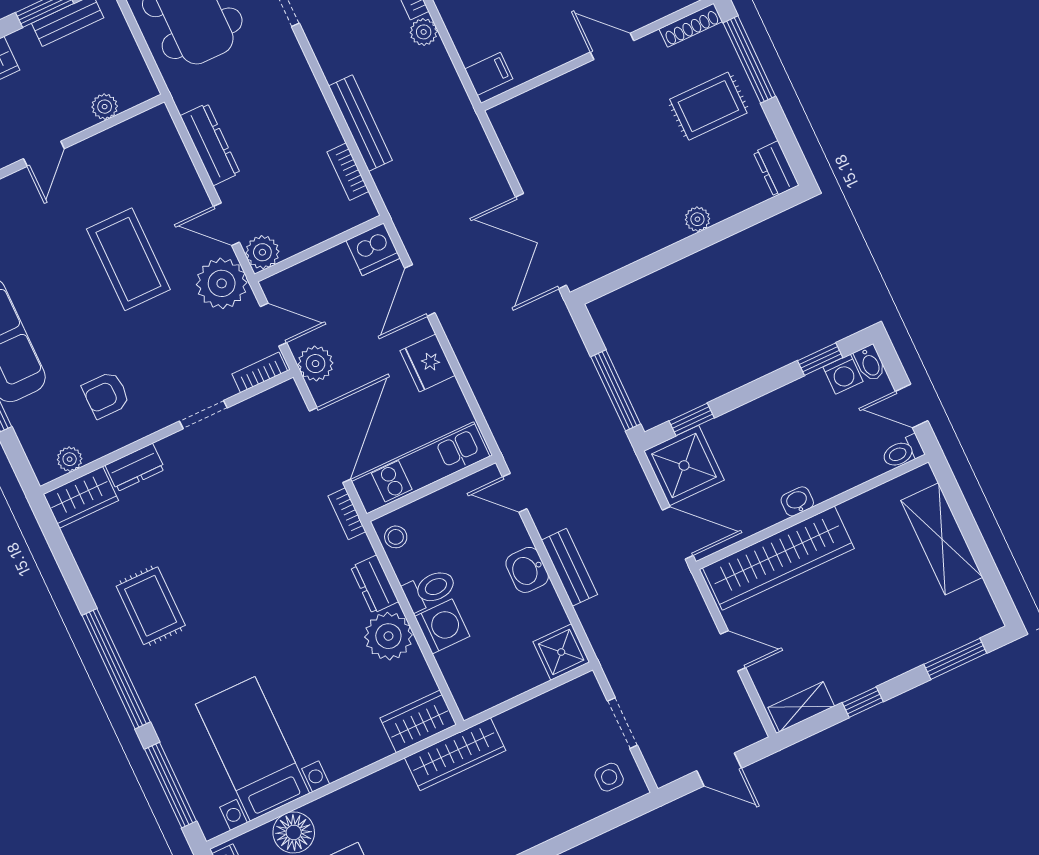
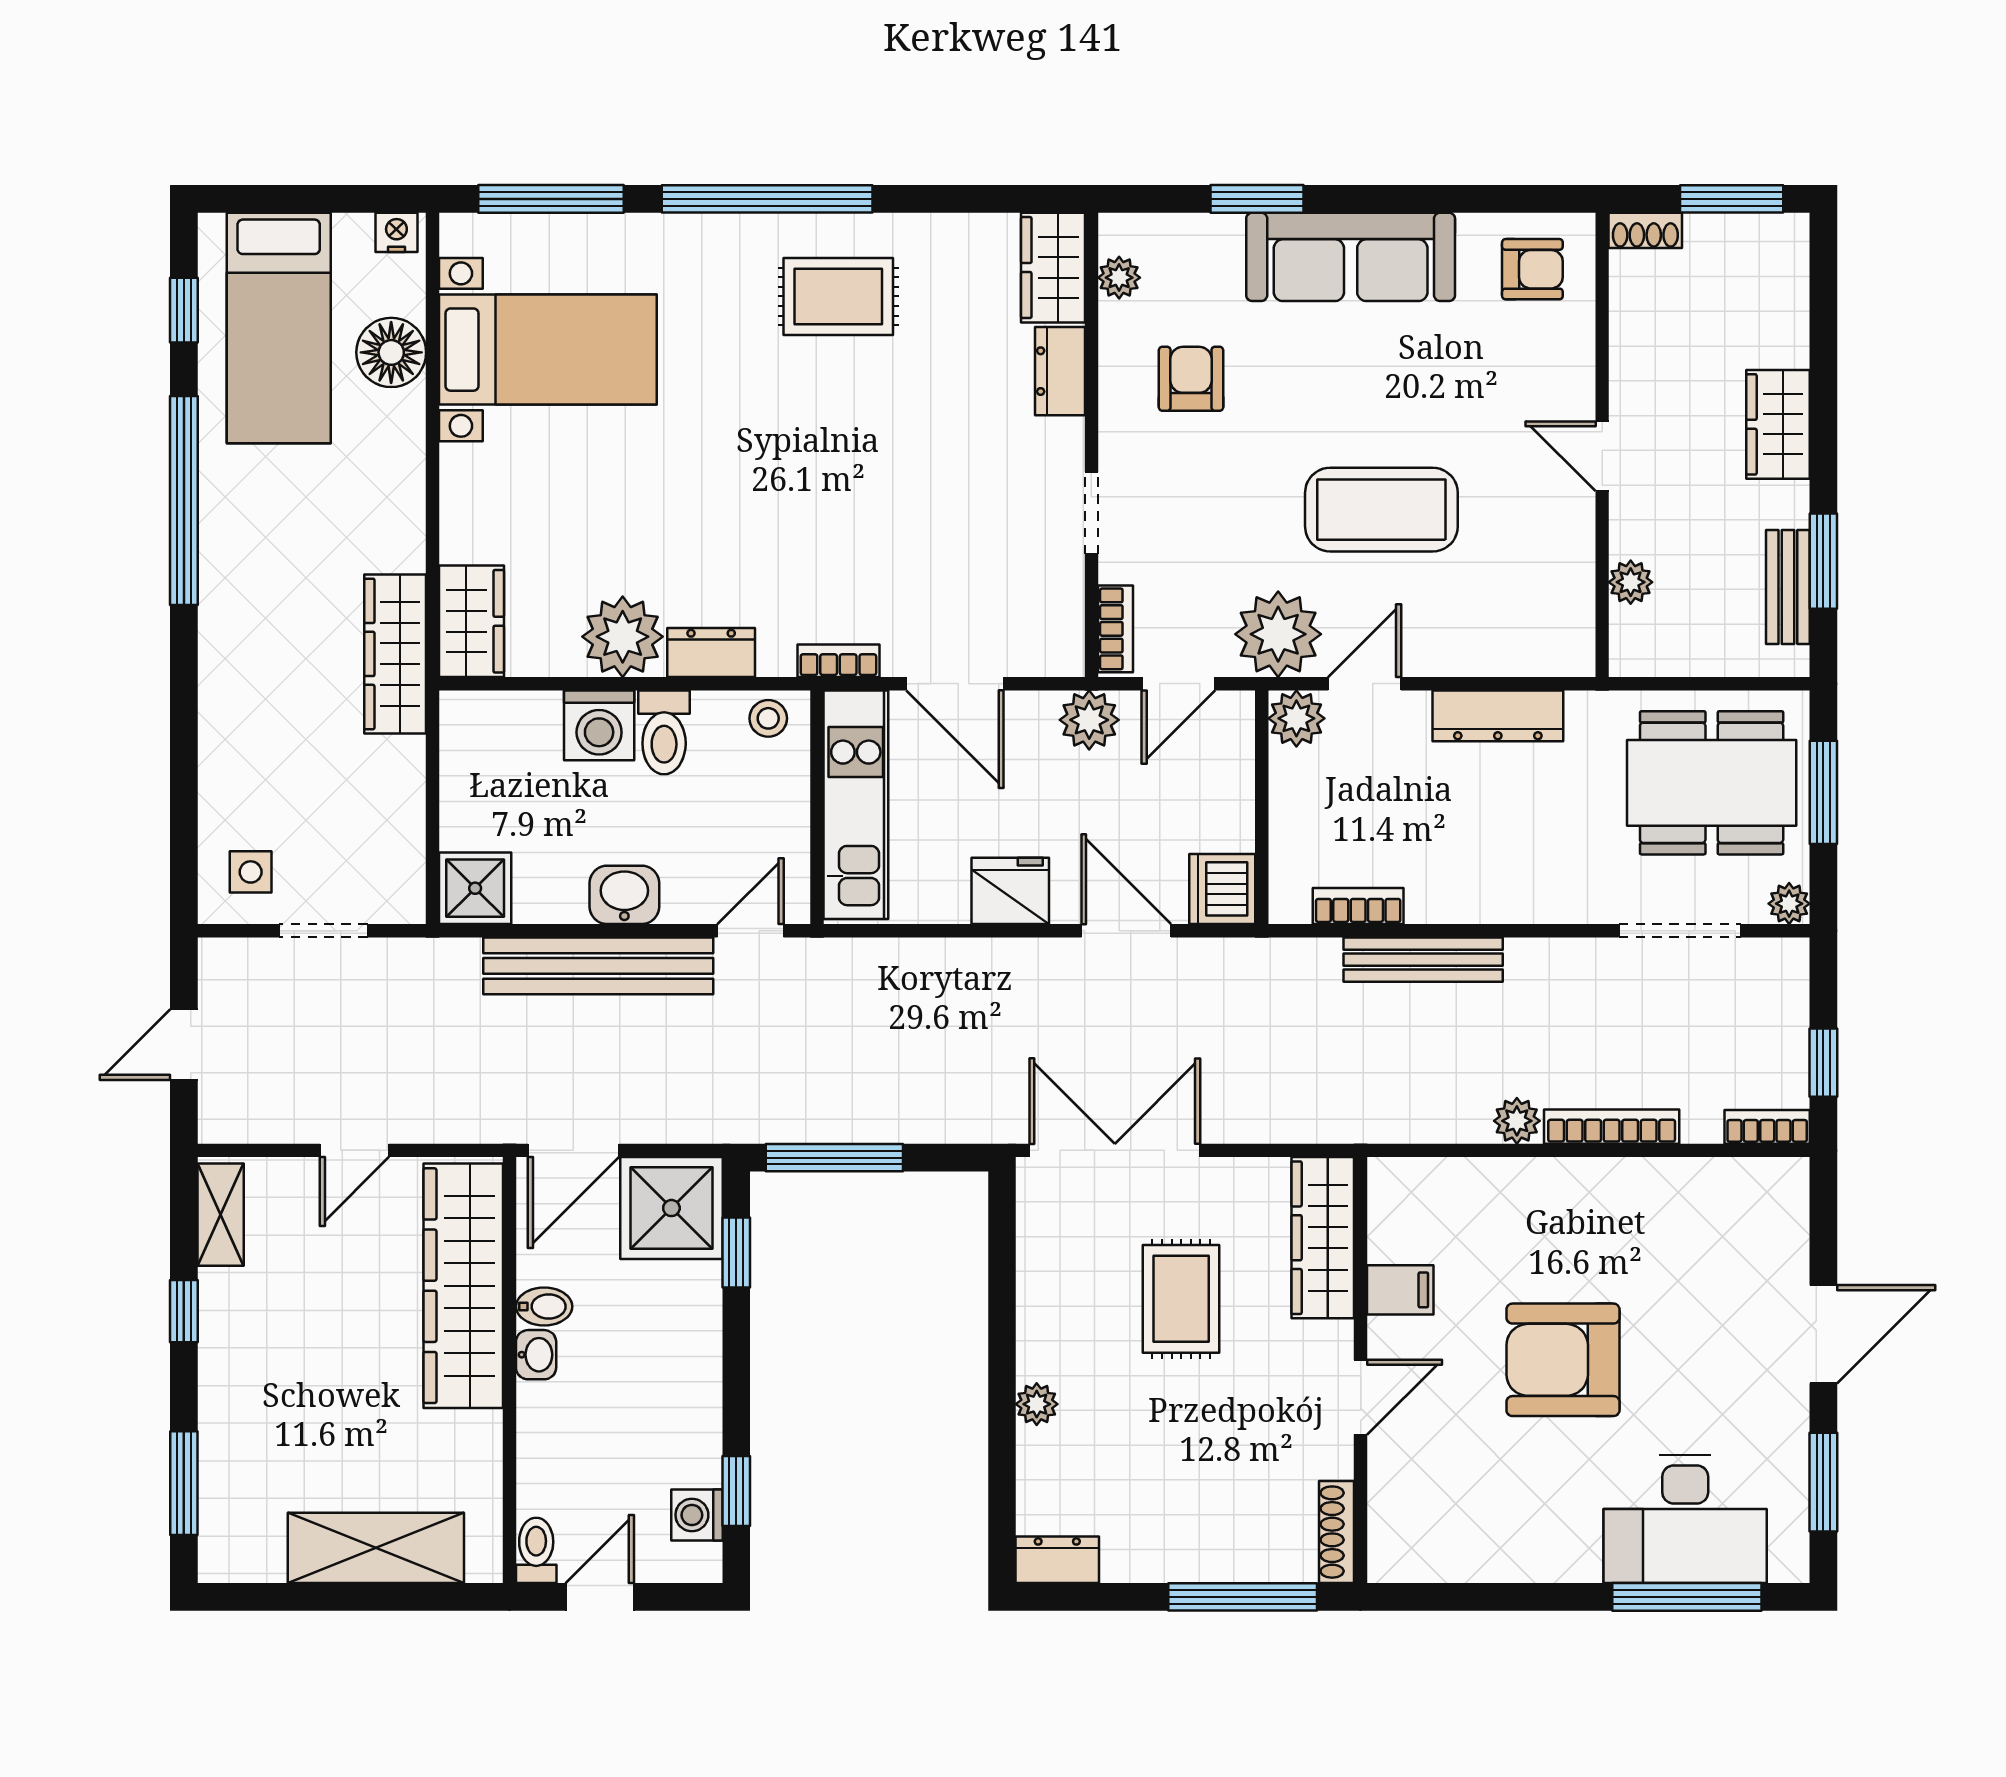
filing cabinet: (489, 74) -> (1400, 1290), moved, turned -90
rug: (708, 106) -> (1181, 1299), moved
wardrobe: (536, 107) -> (1323, 1238), added
bidet: (870, 363) -> (544, 1306), moved, turned 180
door: (330, 445) -> (955, 684), width x0.73
bench: (569, 567) -> (598, 966), width x1.86, depth x1.21

